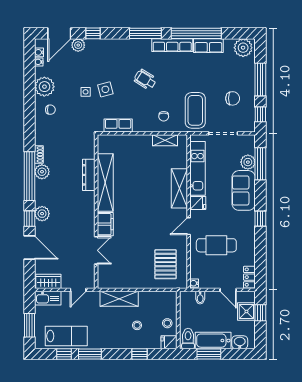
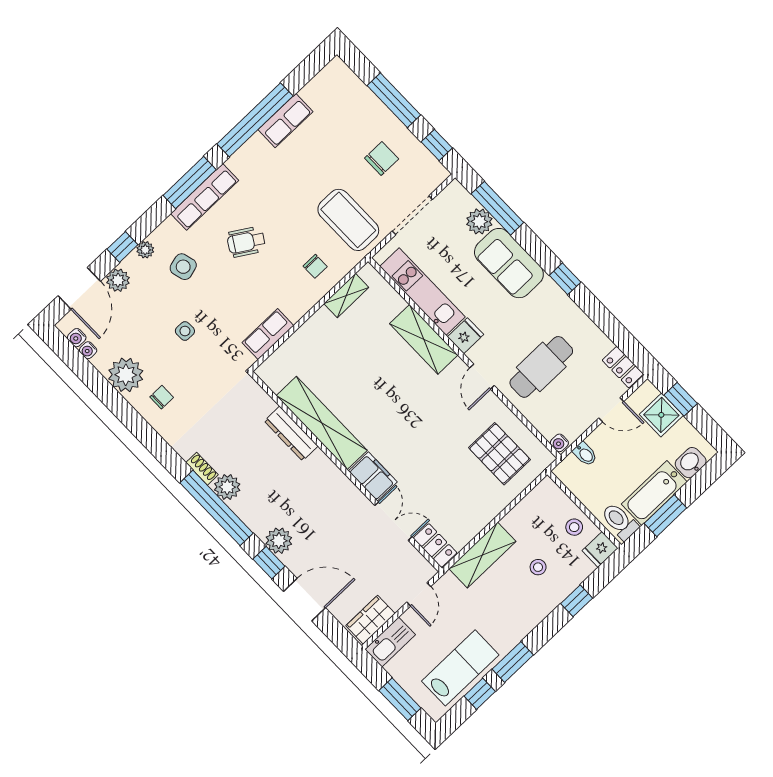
row of seats: (172, 45) -> (205, 197), moved
plant: (243, 48) -> (145, 250), moved, width x0.53, depth x0.53
side table: (105, 89) -> (183, 267), moved
locker: (104, 276) -> (435, 545), added

